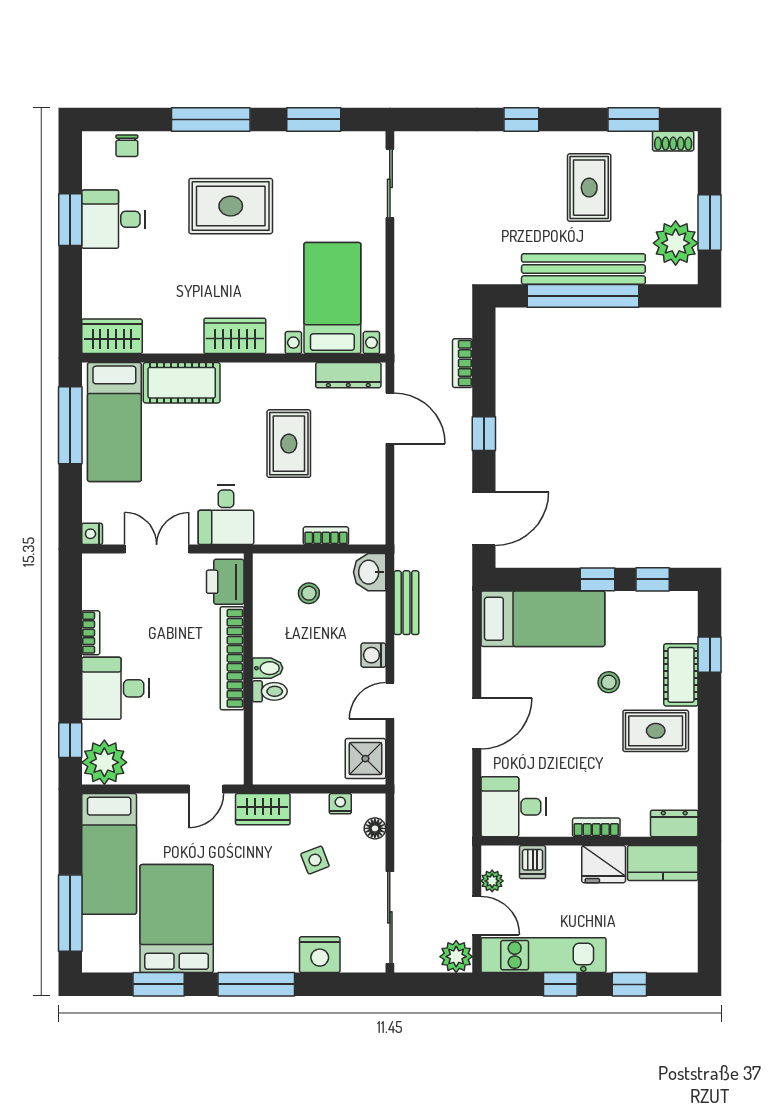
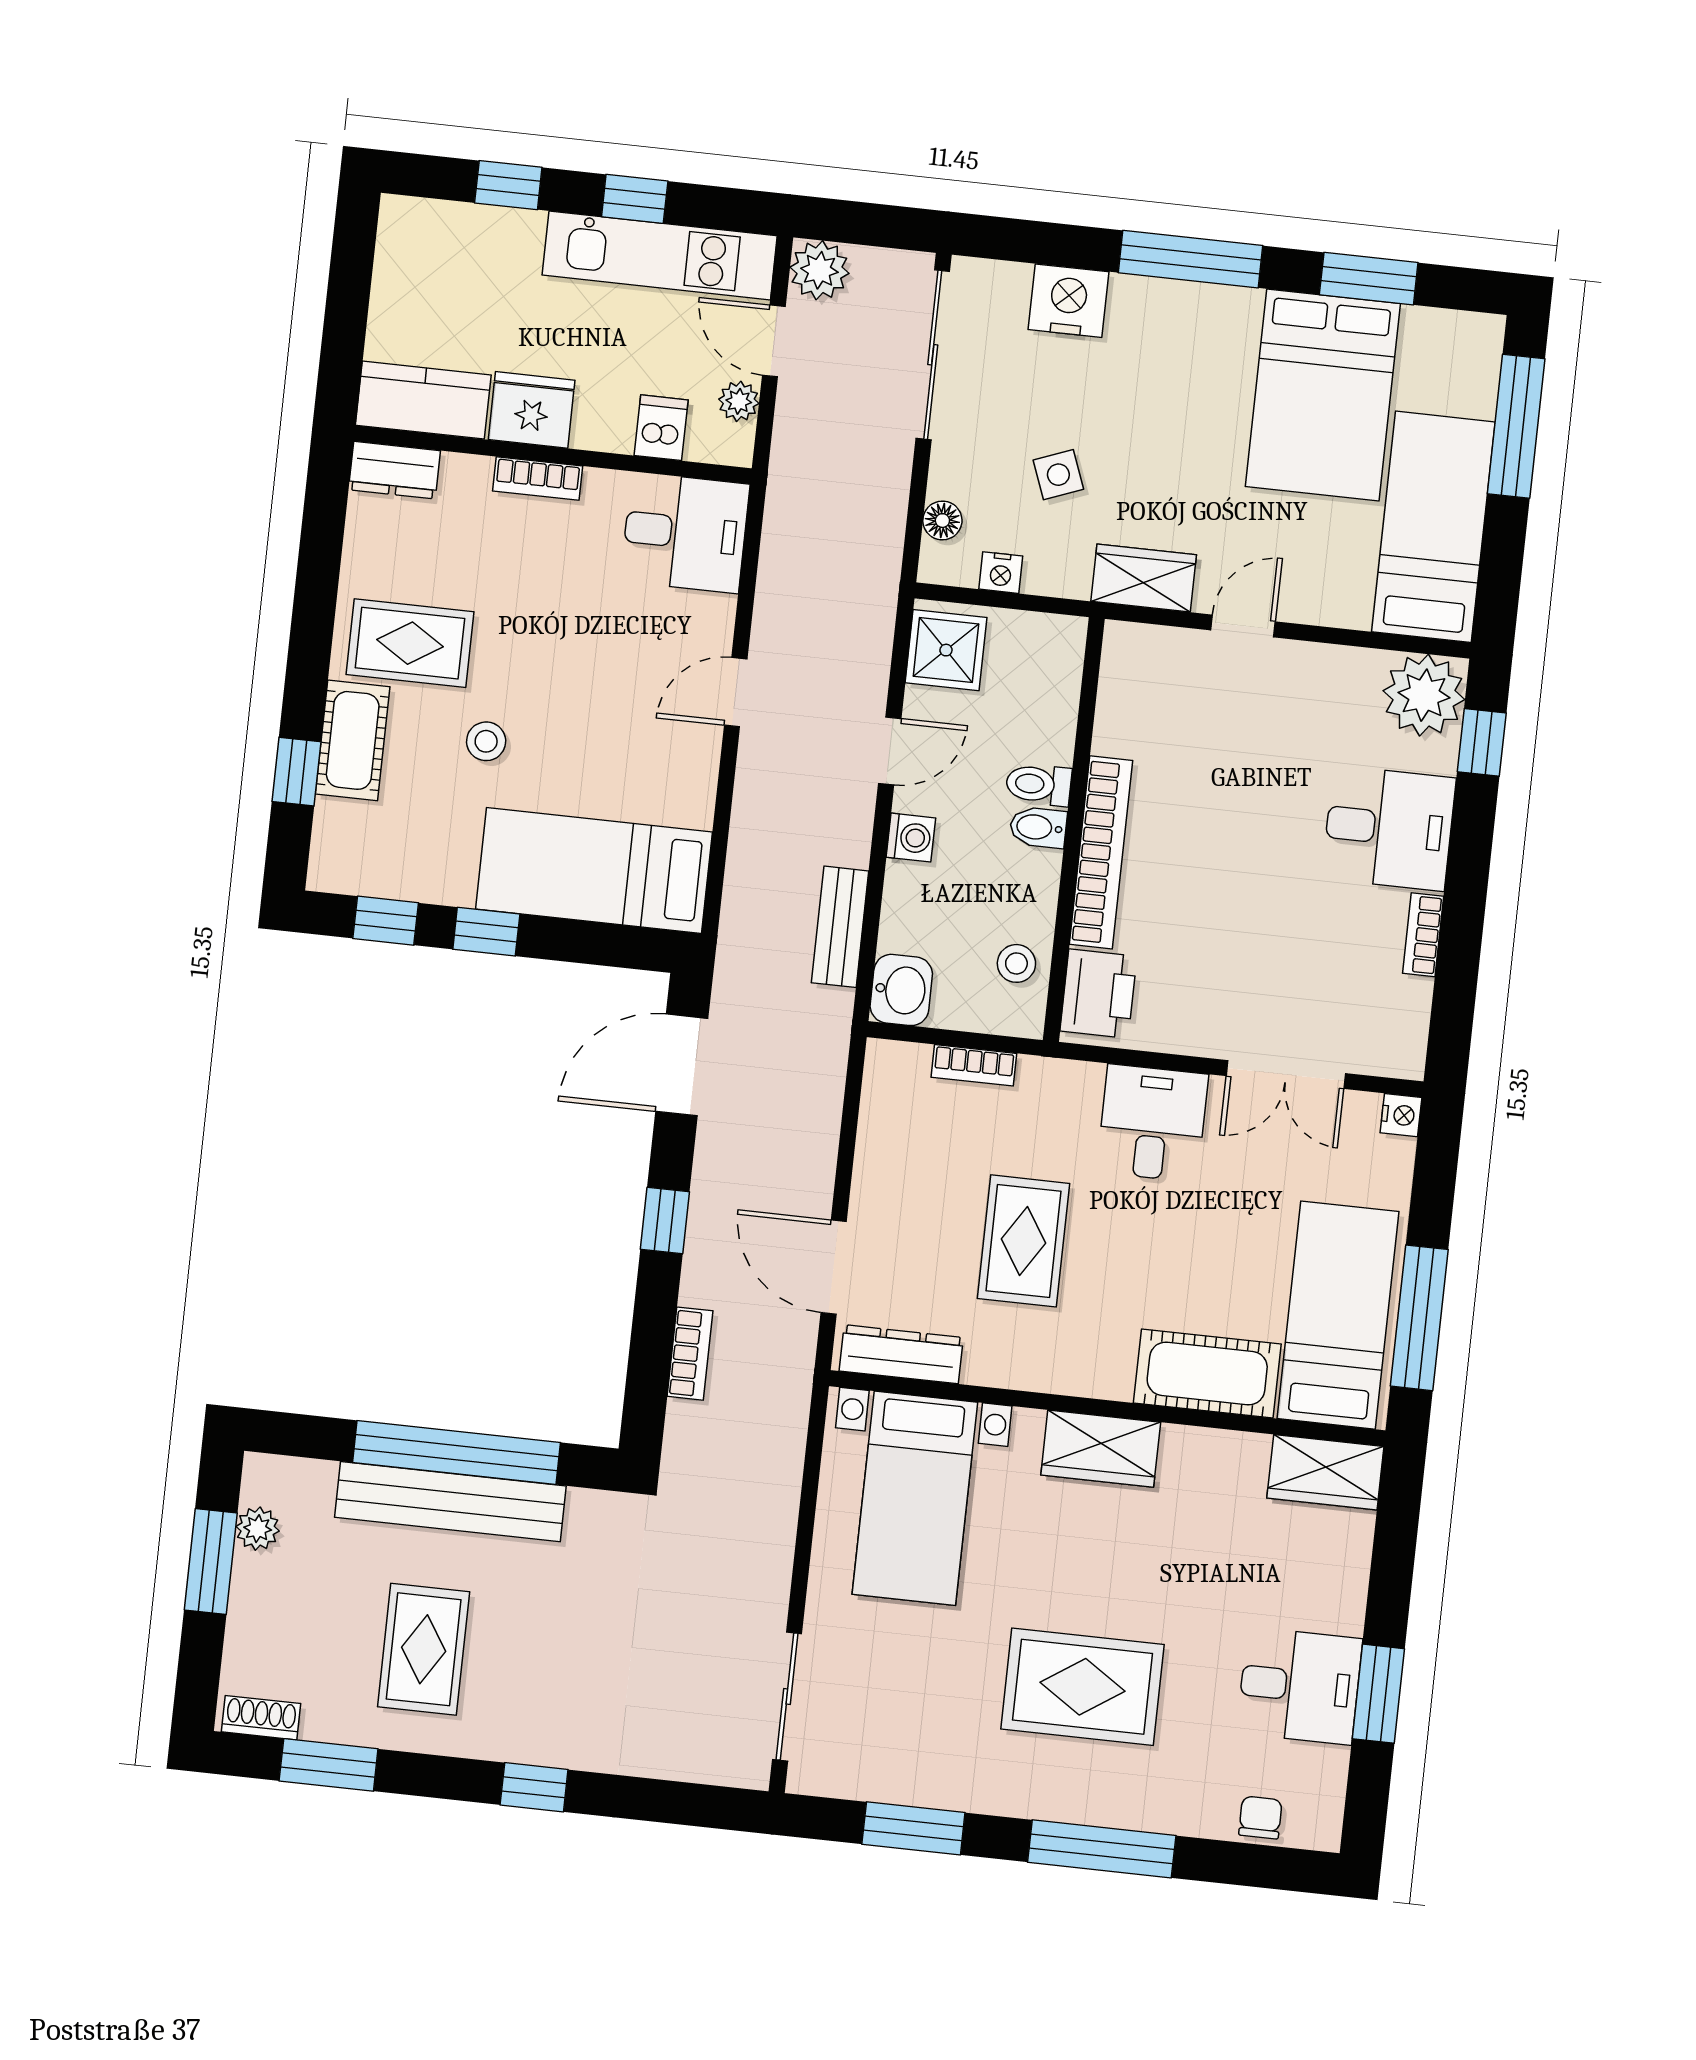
plant: (676, 243) -> (258, 1529), width x0.53, depth x0.53
printer: (225, 582) -> (1098, 994), moved
bookcase: (232, 658) -> (1101, 852), moved
bidet: (268, 668) -> (1038, 827), moved
wall: (248, 669) -> (1074, 830), moved
toilet: (270, 691) -> (1039, 784), moved
door: (477, 723) -> (736, 692), width x0.73

